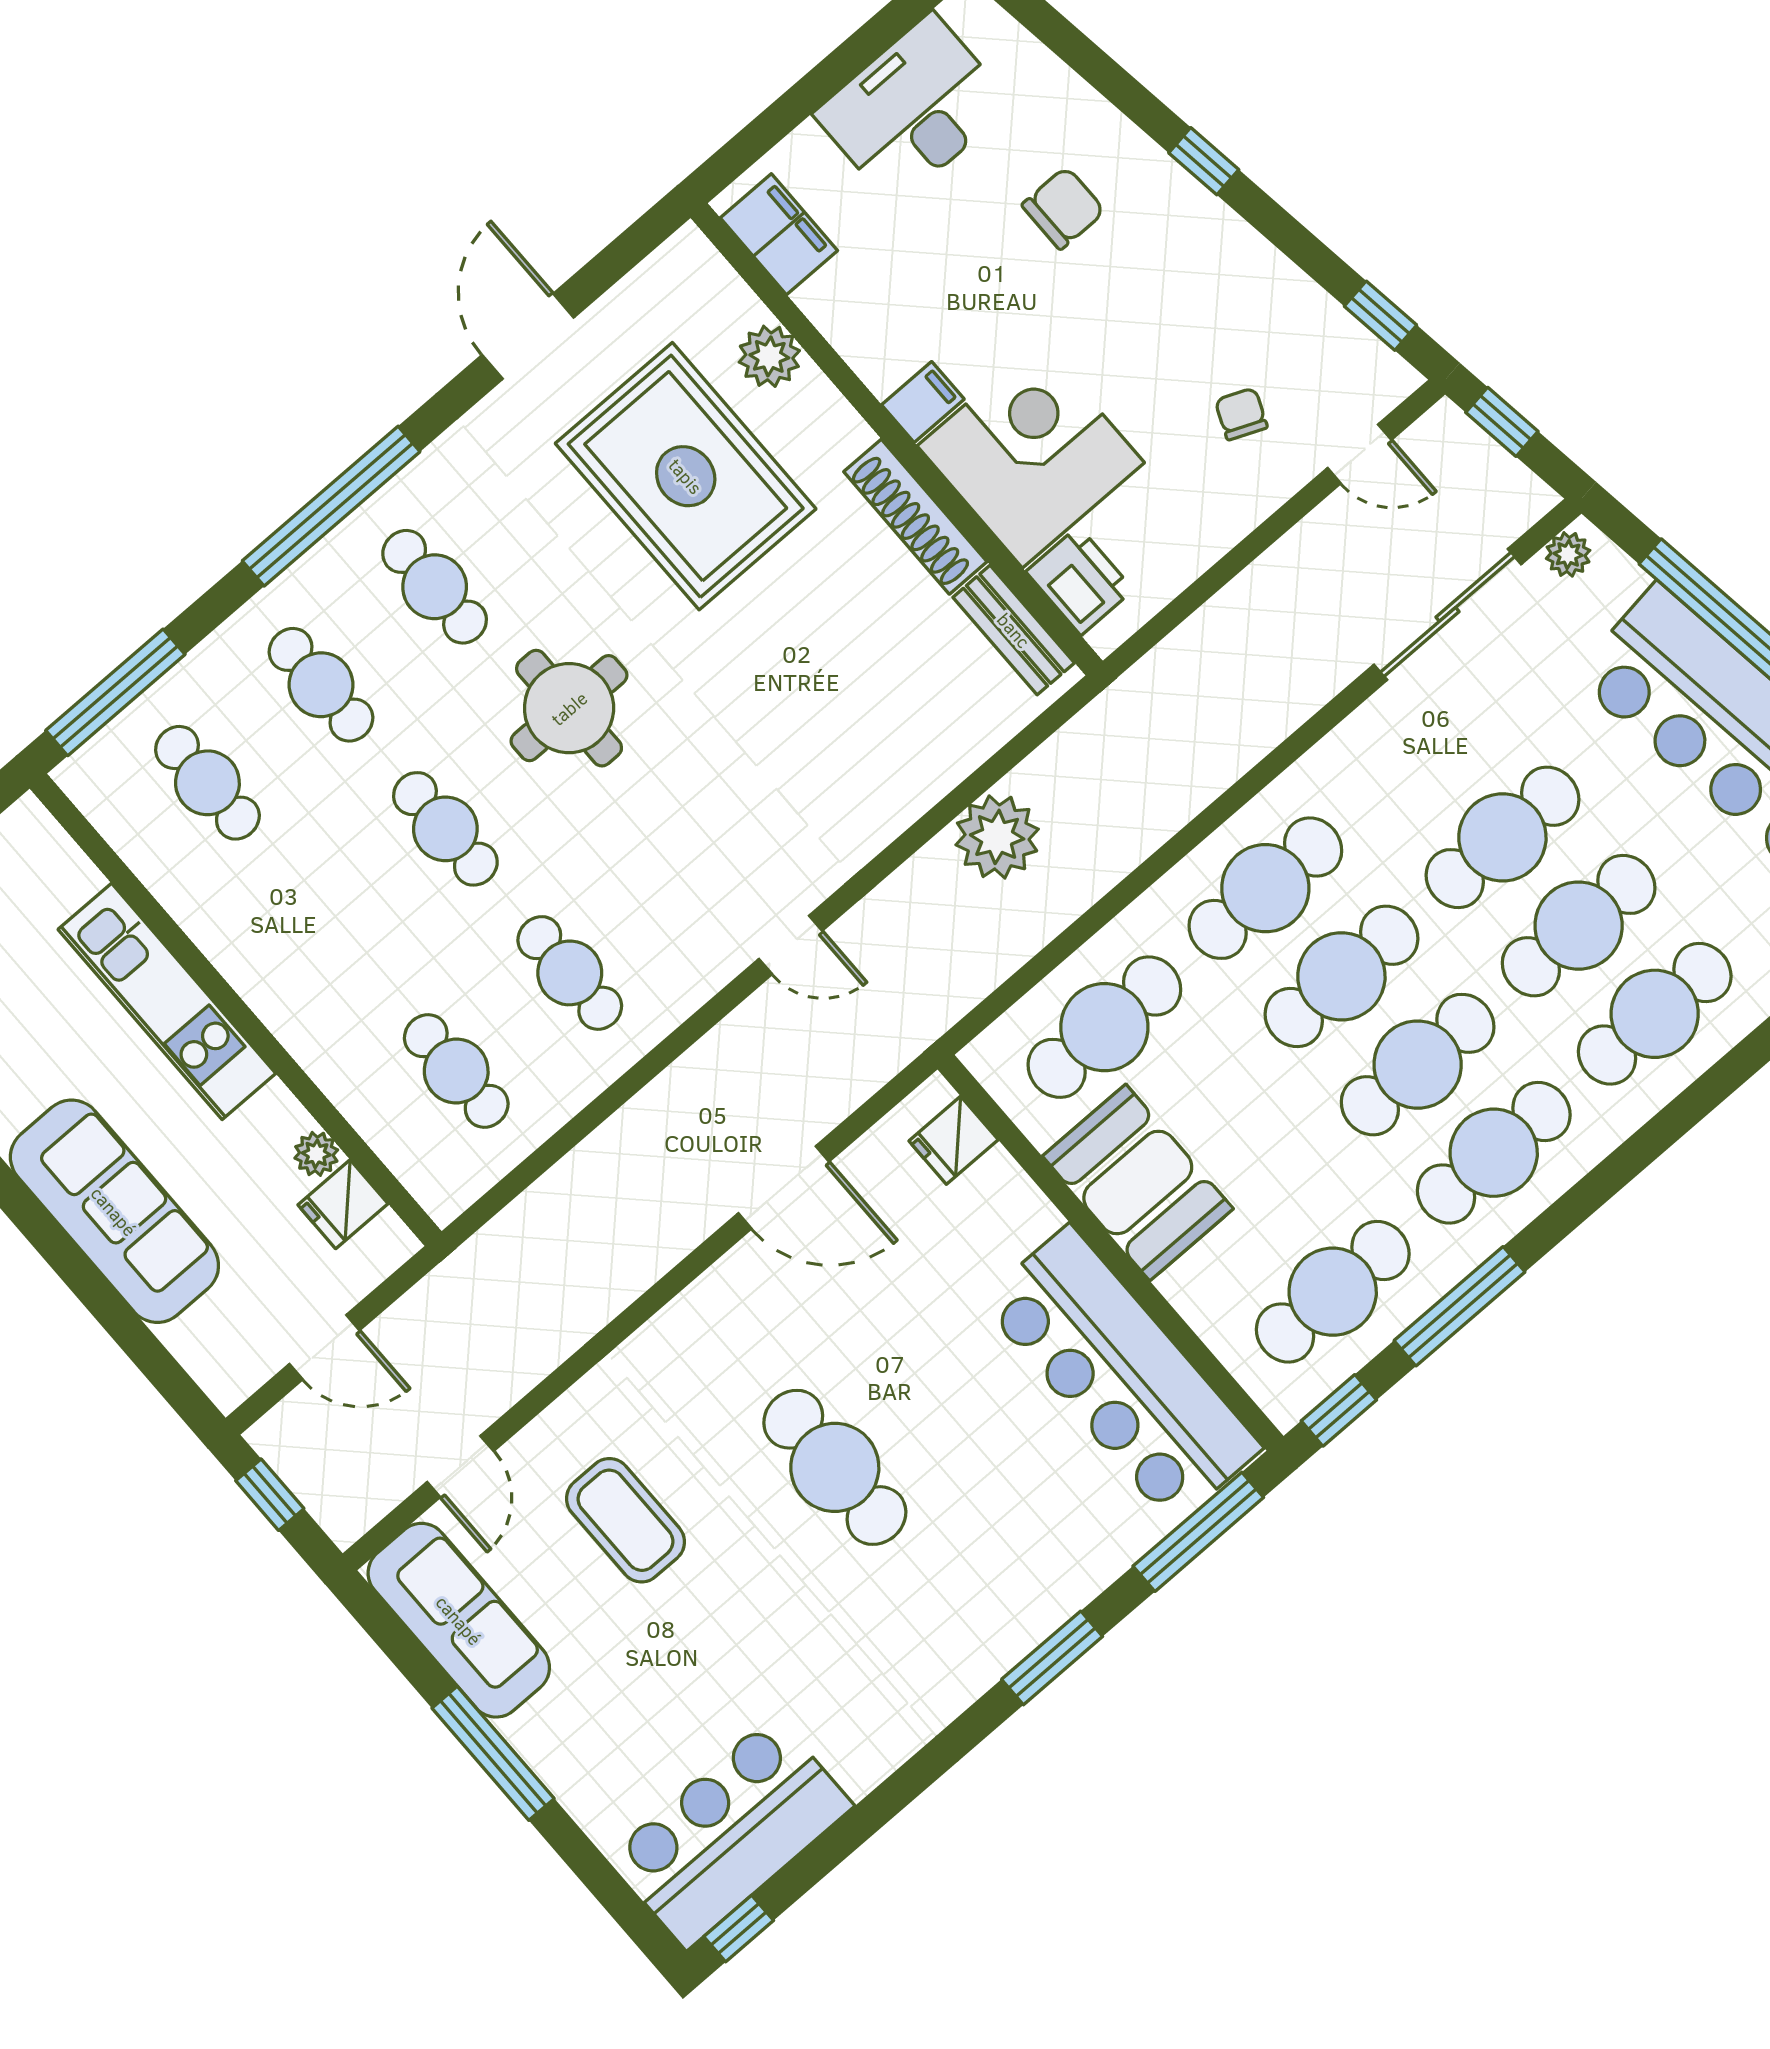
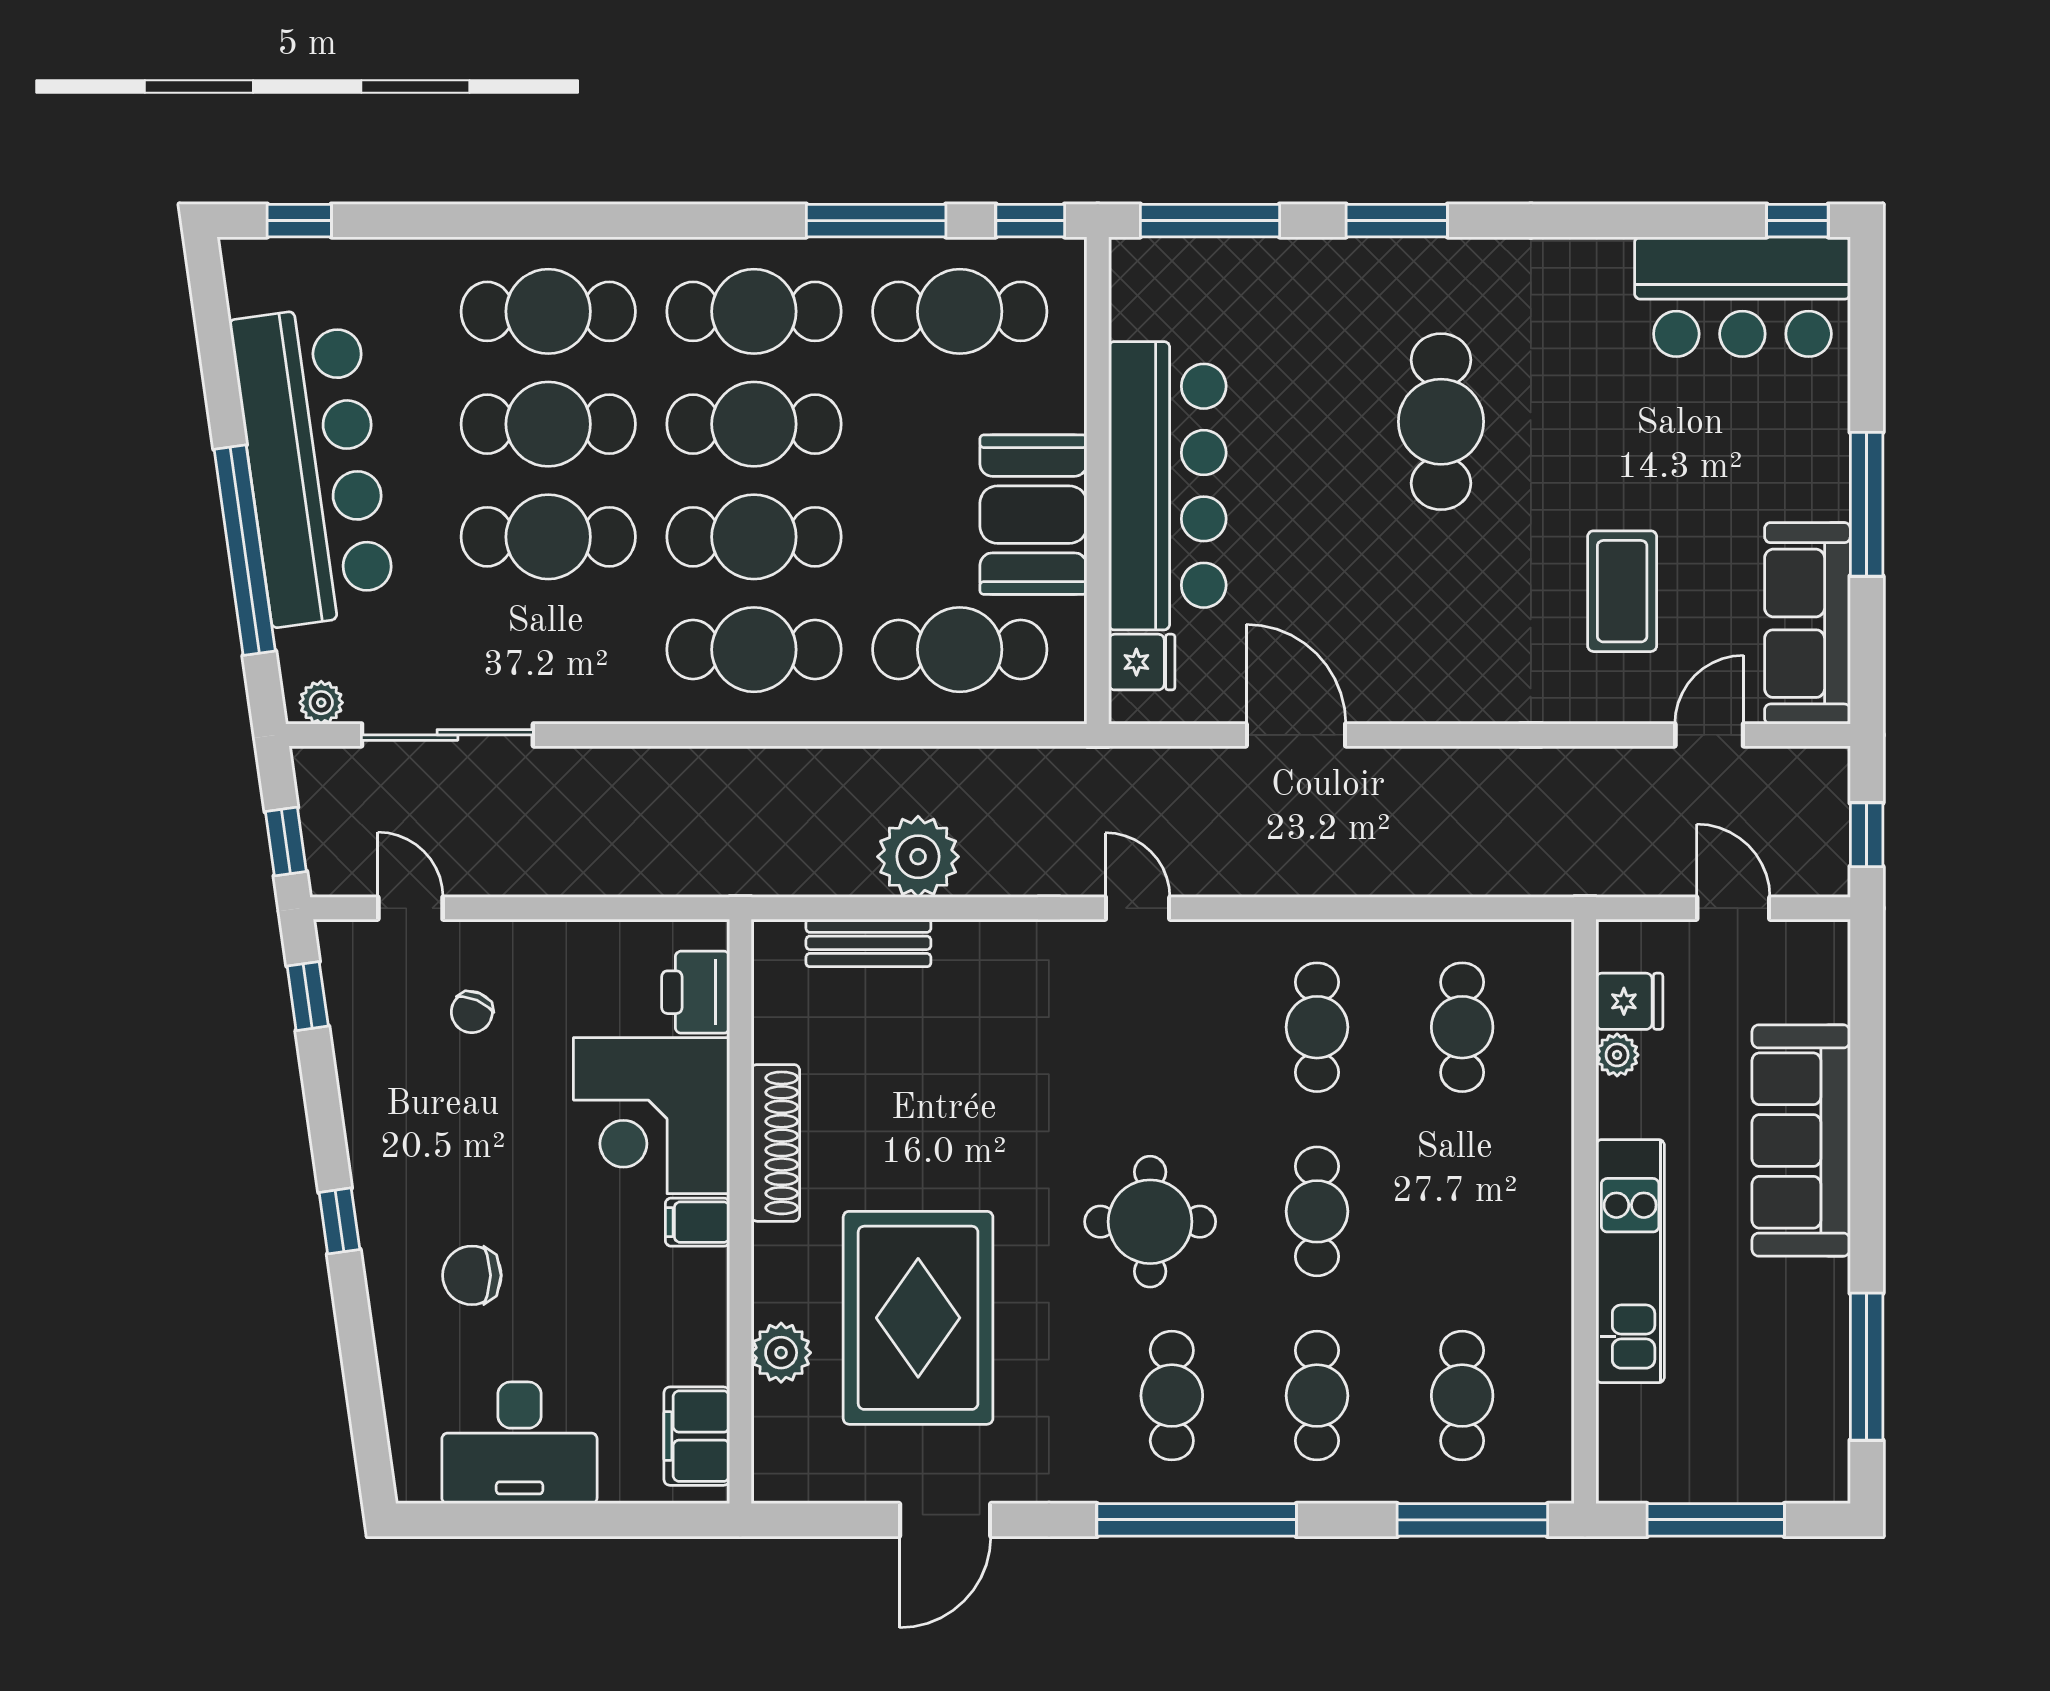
bench: (1014, 630) -> (868, 943), moved, turned 90
bar counter: (1121, 1375) -> (1167, 486), moved
cafe table: (835, 1467) -> (1441, 422), moved

